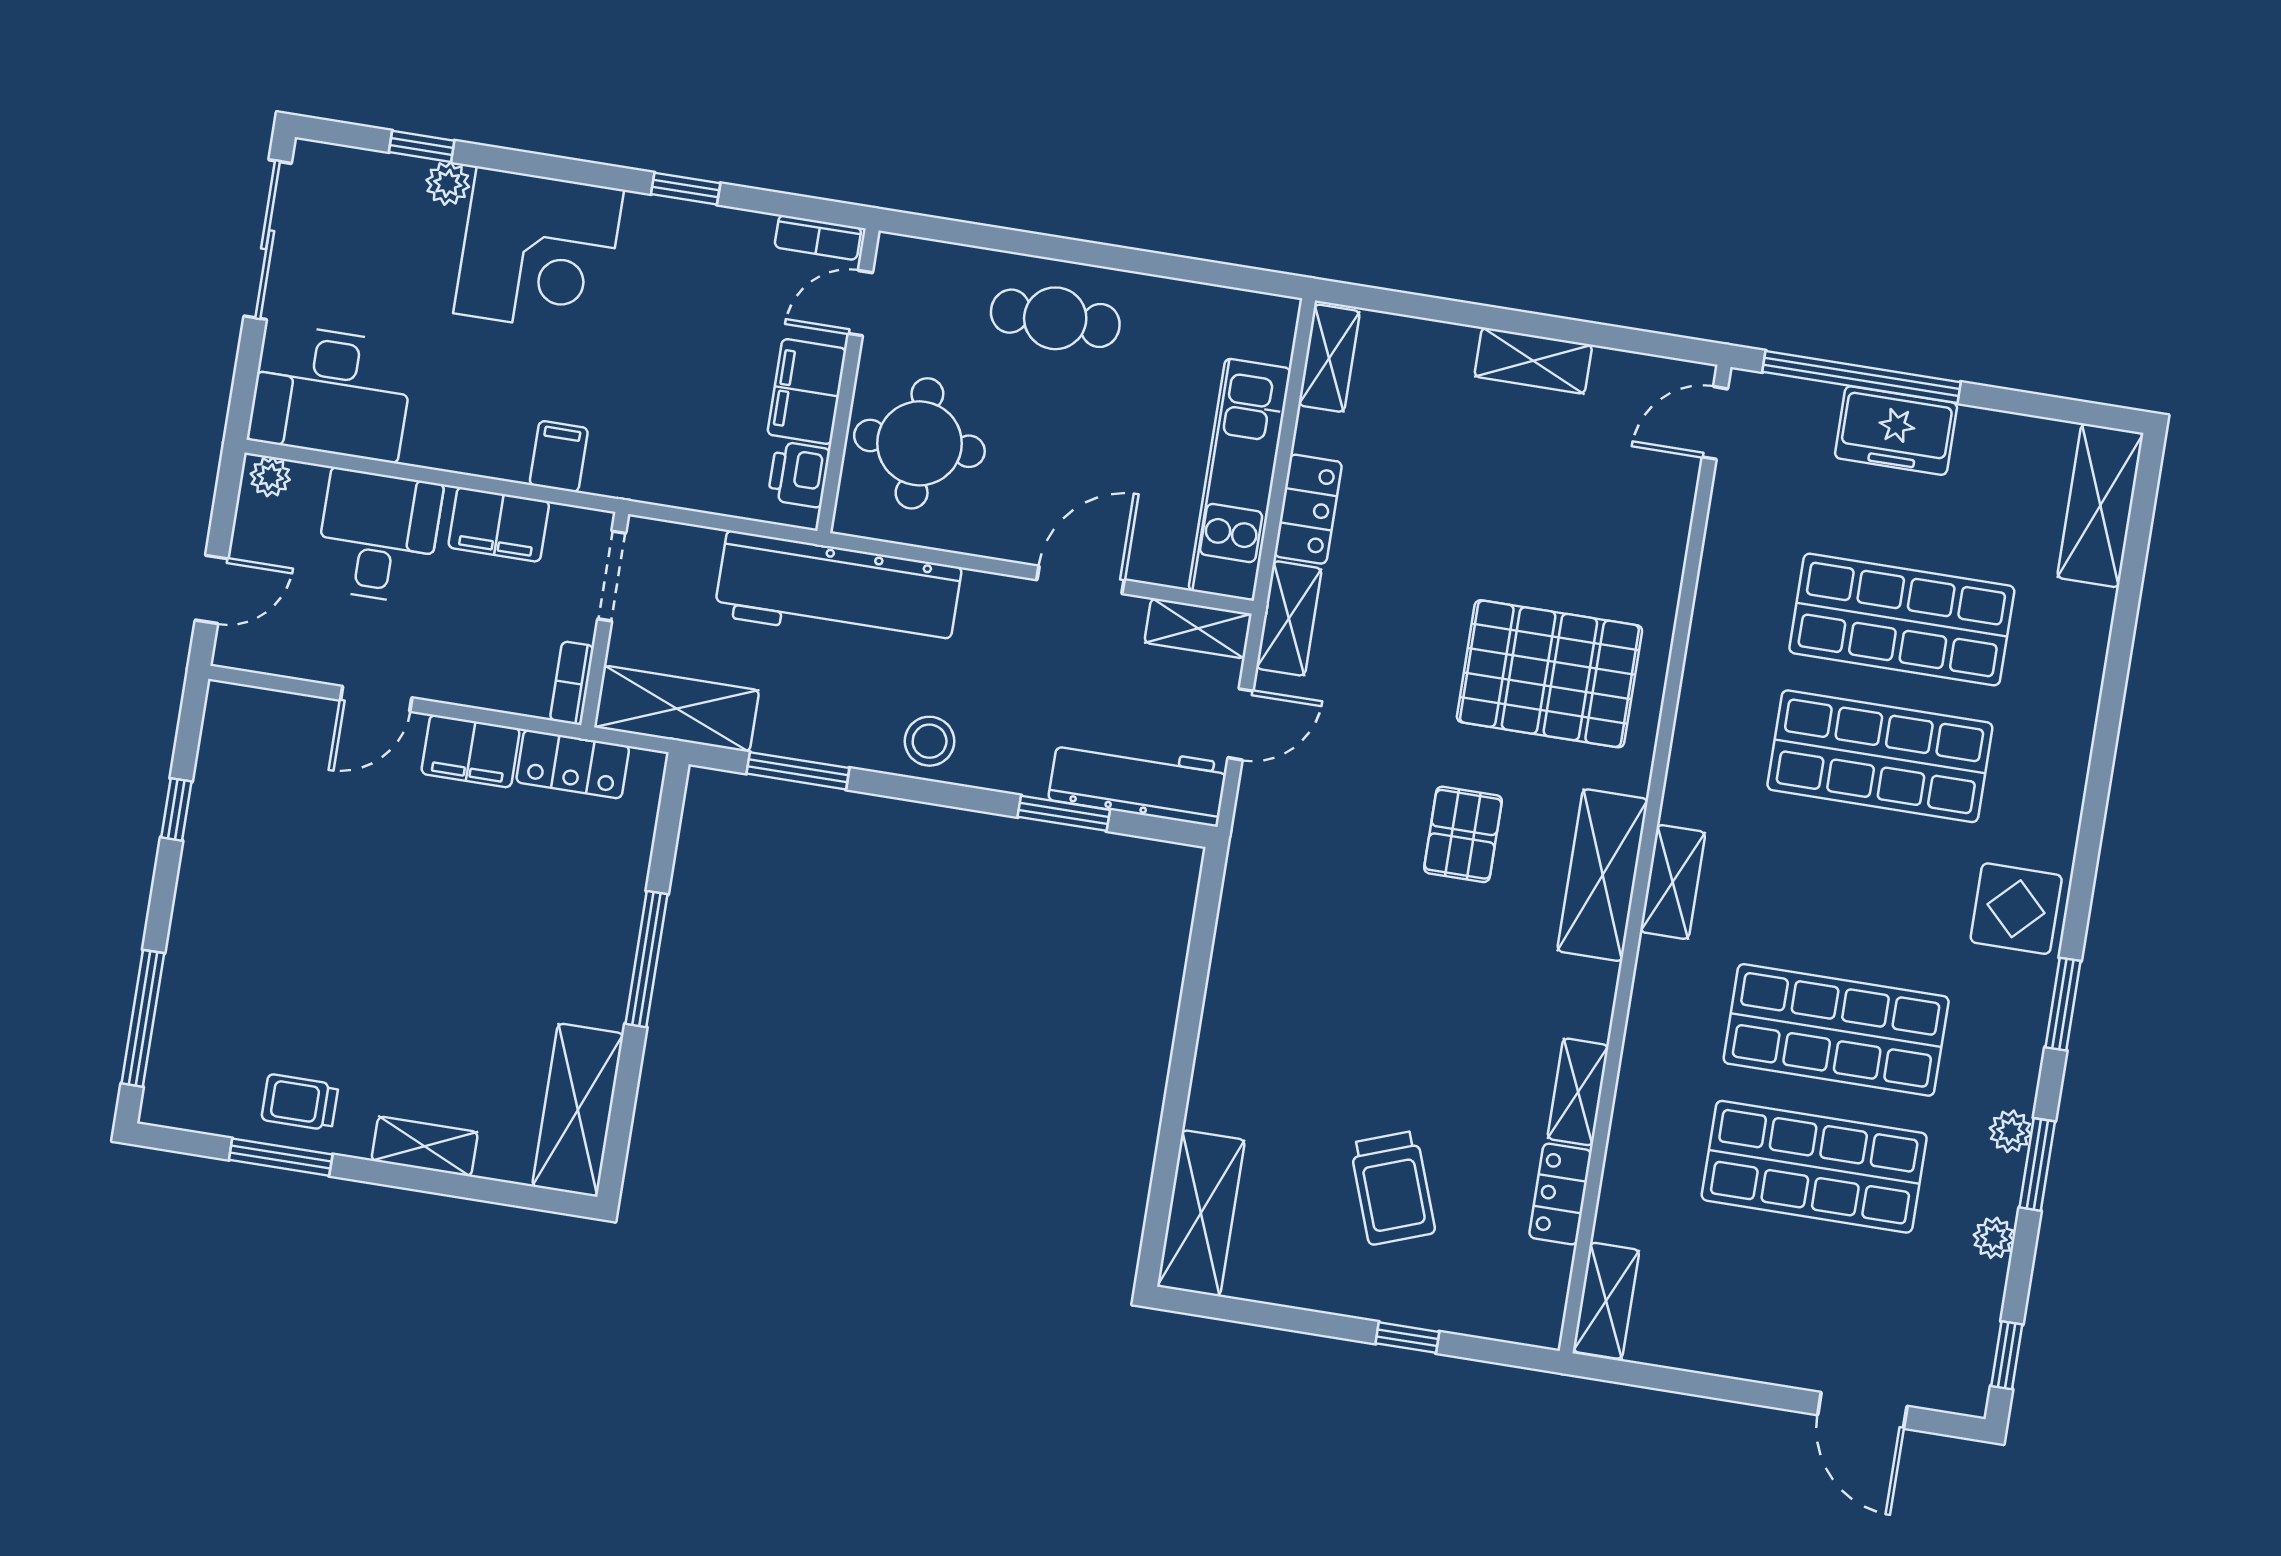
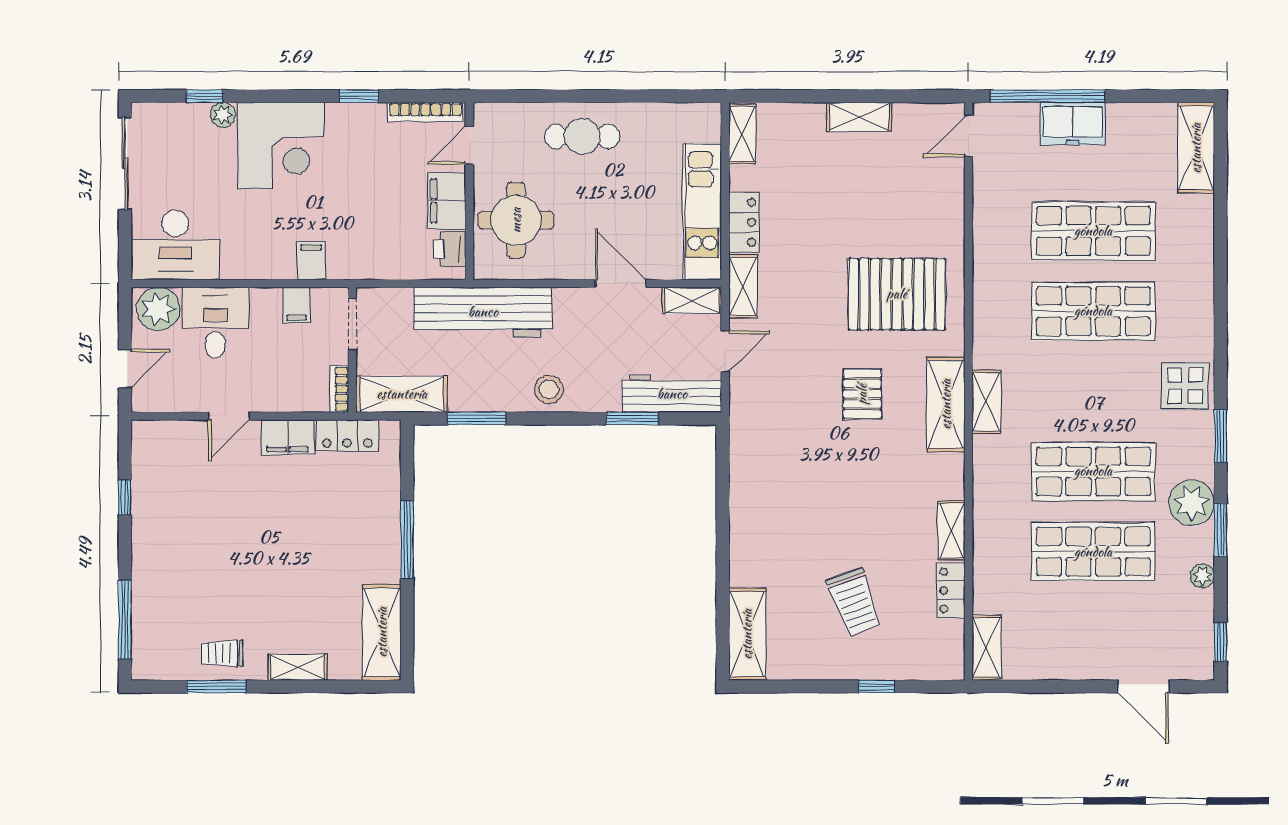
bookcase: (818, 237) -> (426, 112), width x1.56
plant: (270, 477) -> (158, 309), width x1.87, depth x1.87
filing cabinet: (499, 524) -> (296, 305), width x0.50
door: (1081, 580) -> (620, 283), hinge flipped
plant: (2011, 1131) -> (1192, 503), width x1.88, depth x1.88

